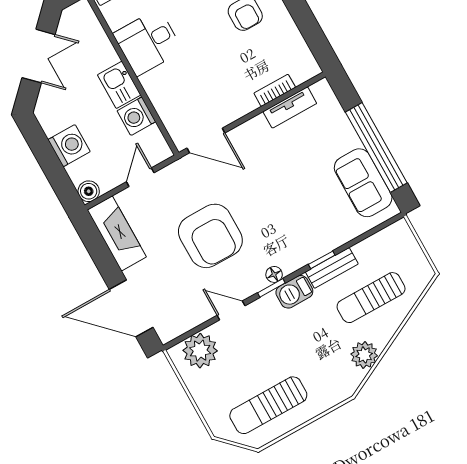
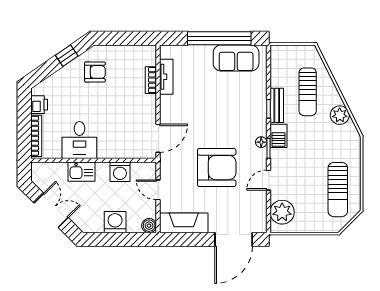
kitchen sink: (119, 85) -> (81, 172), moved

